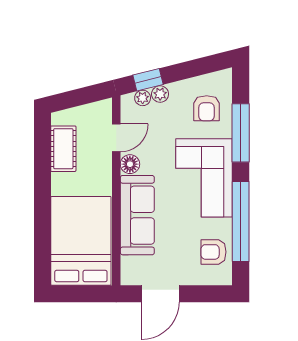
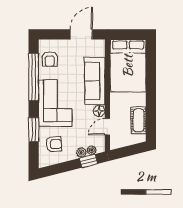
armchair: (207, 108) -> (54, 144), turned 86
window: (241, 133) -> (34, 130), width x0.69
armchair: (214, 252) -> (50, 59), turned 90

